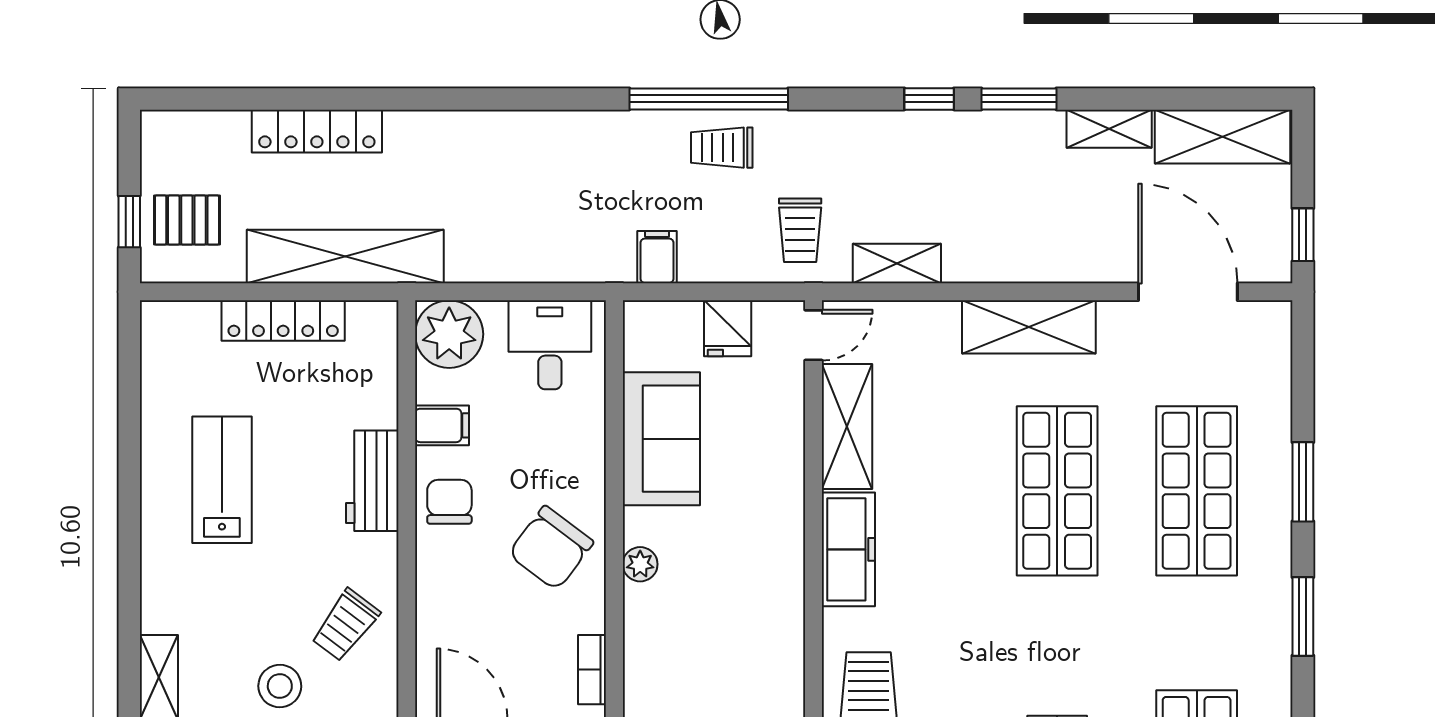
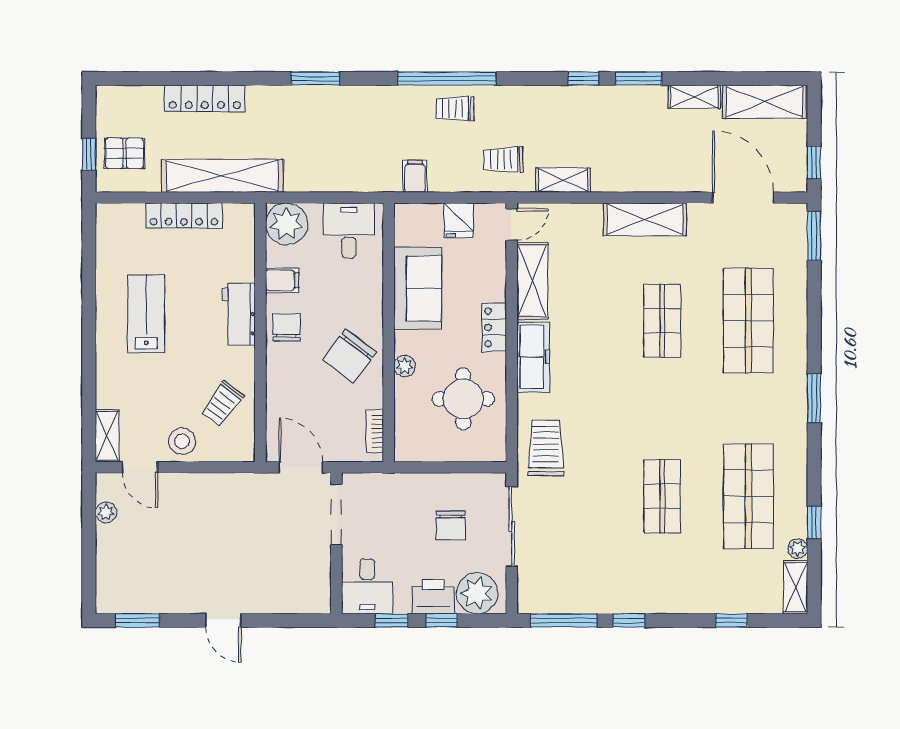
window: (496, 99) -> (315, 79), added
trolley: (800, 230) -> (503, 160), turned 89
window: (1303, 482) -> (814, 236), moved
shop shelf: (1057, 491) -> (662, 321), width x0.70, depth x0.74
locker: (785, 502) -> (494, 327), added
round table: (735, 617) -> (463, 399), added

